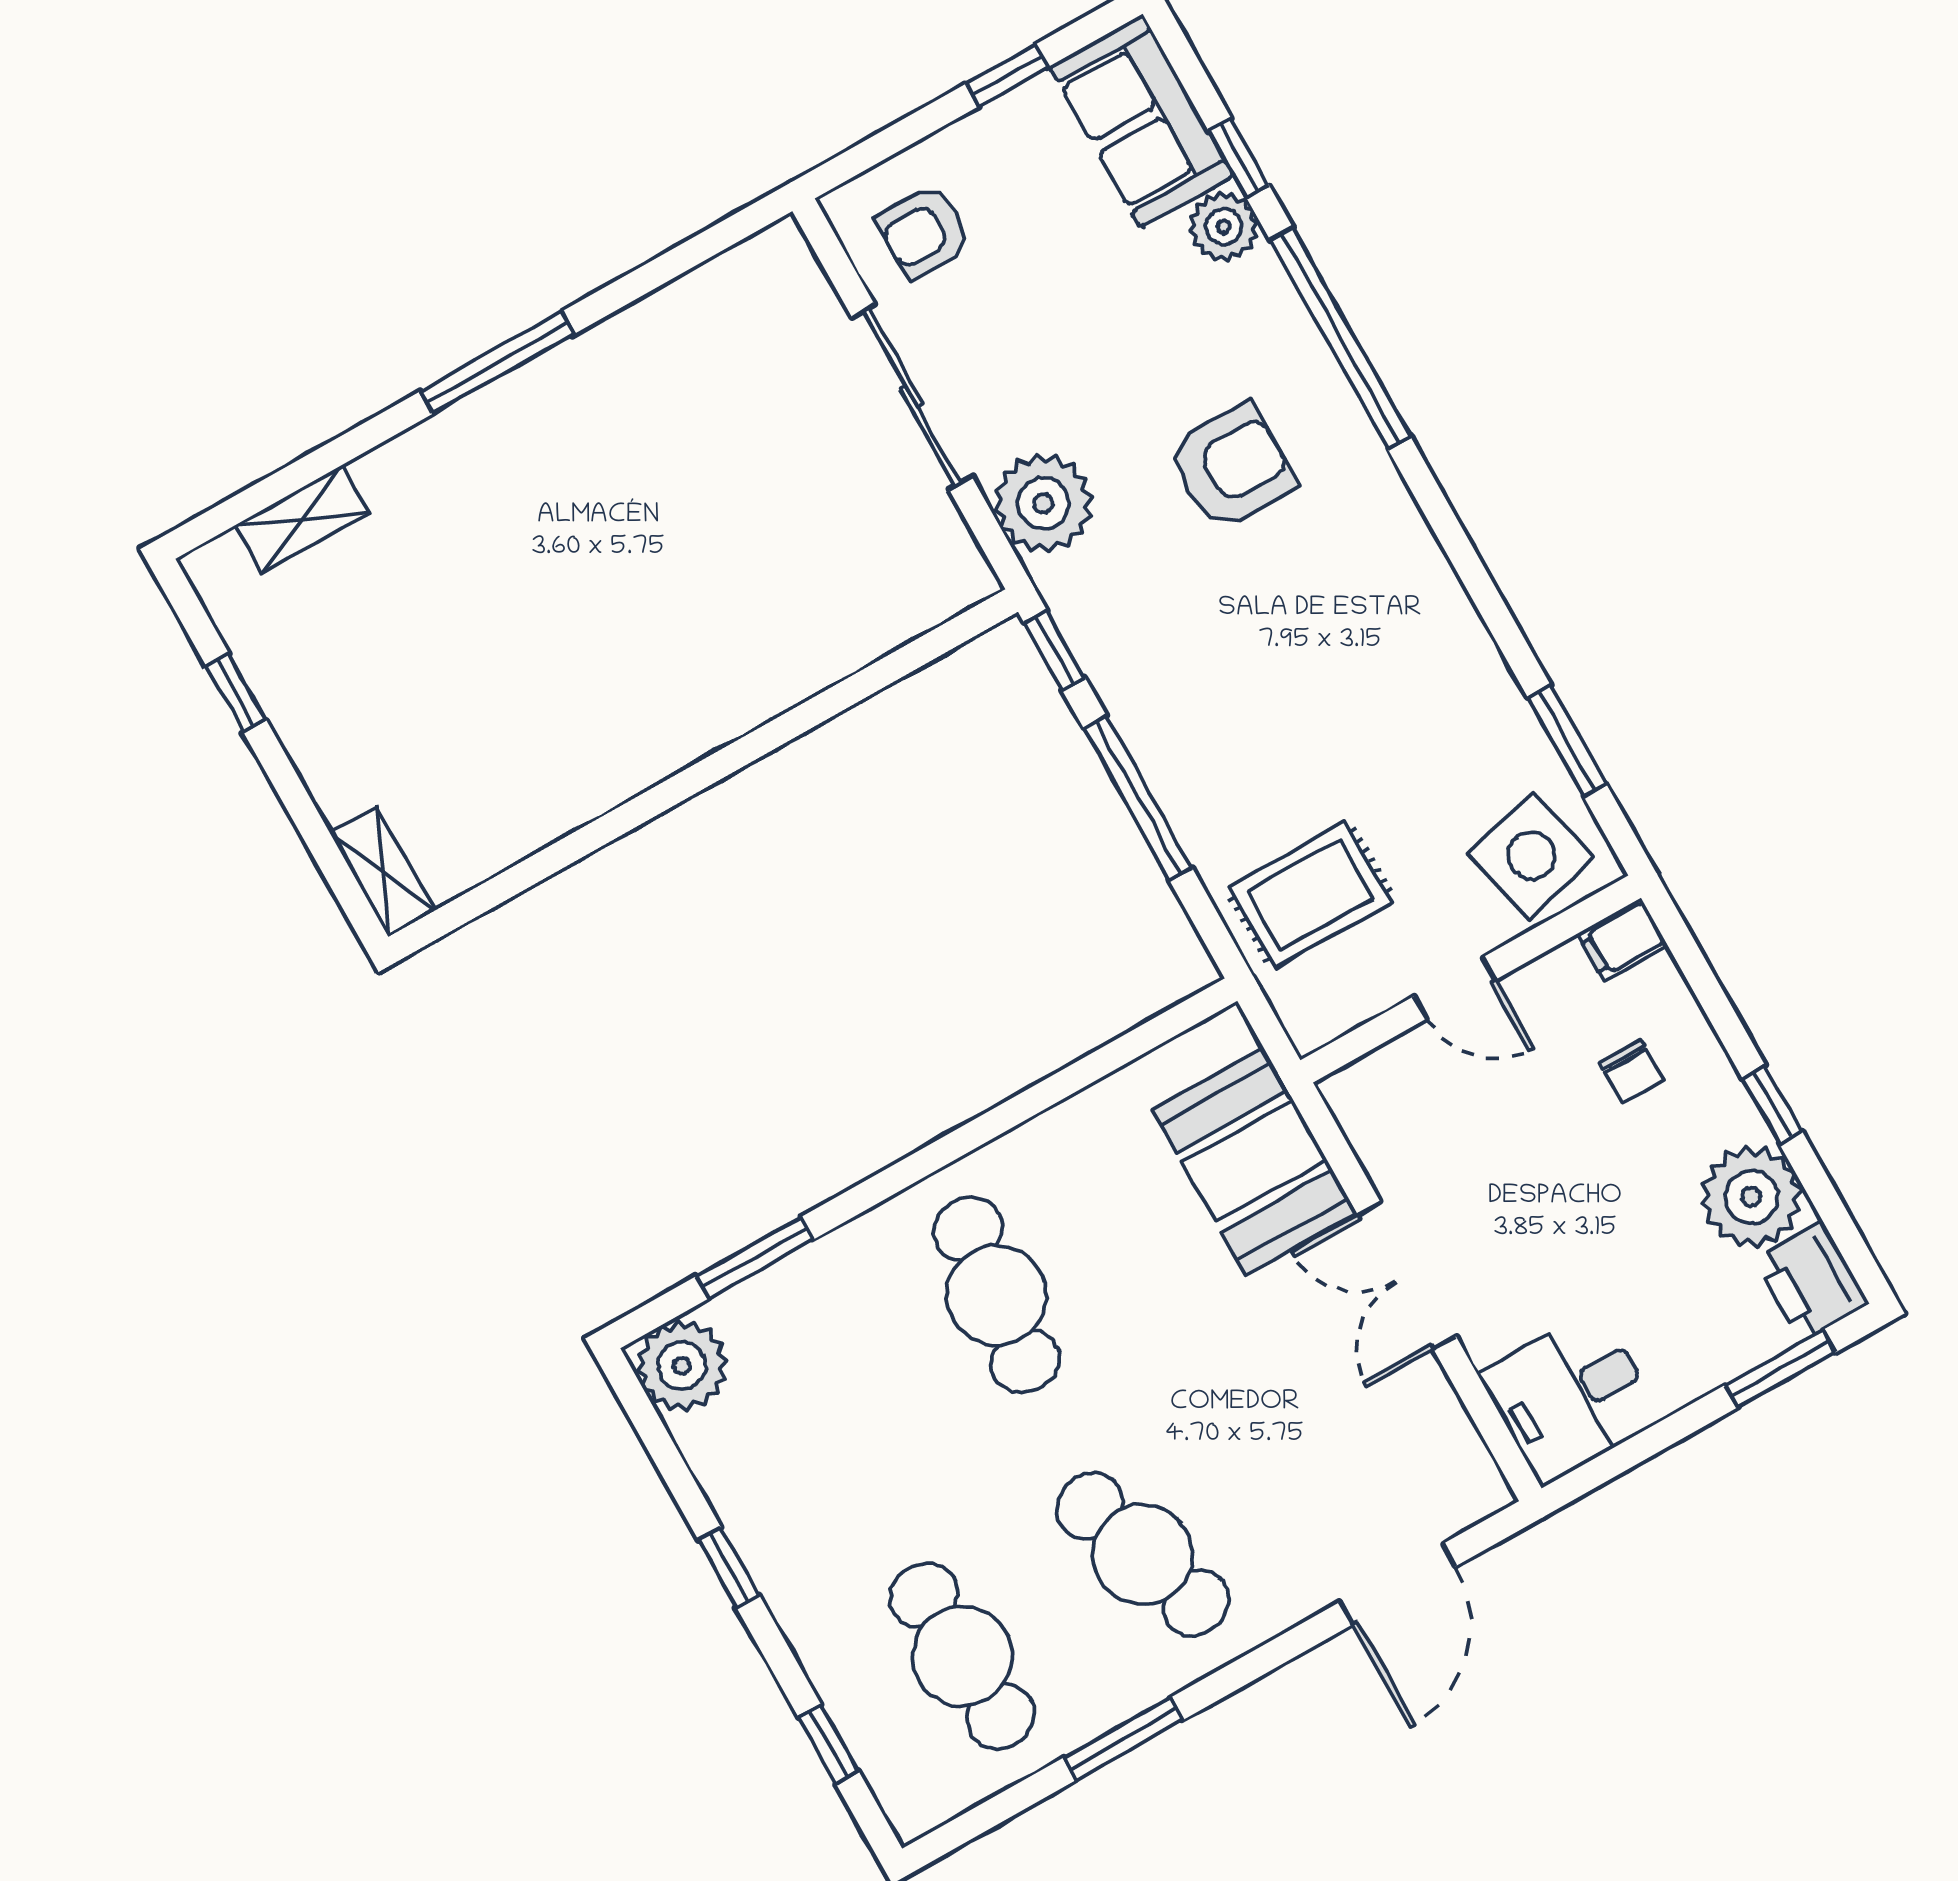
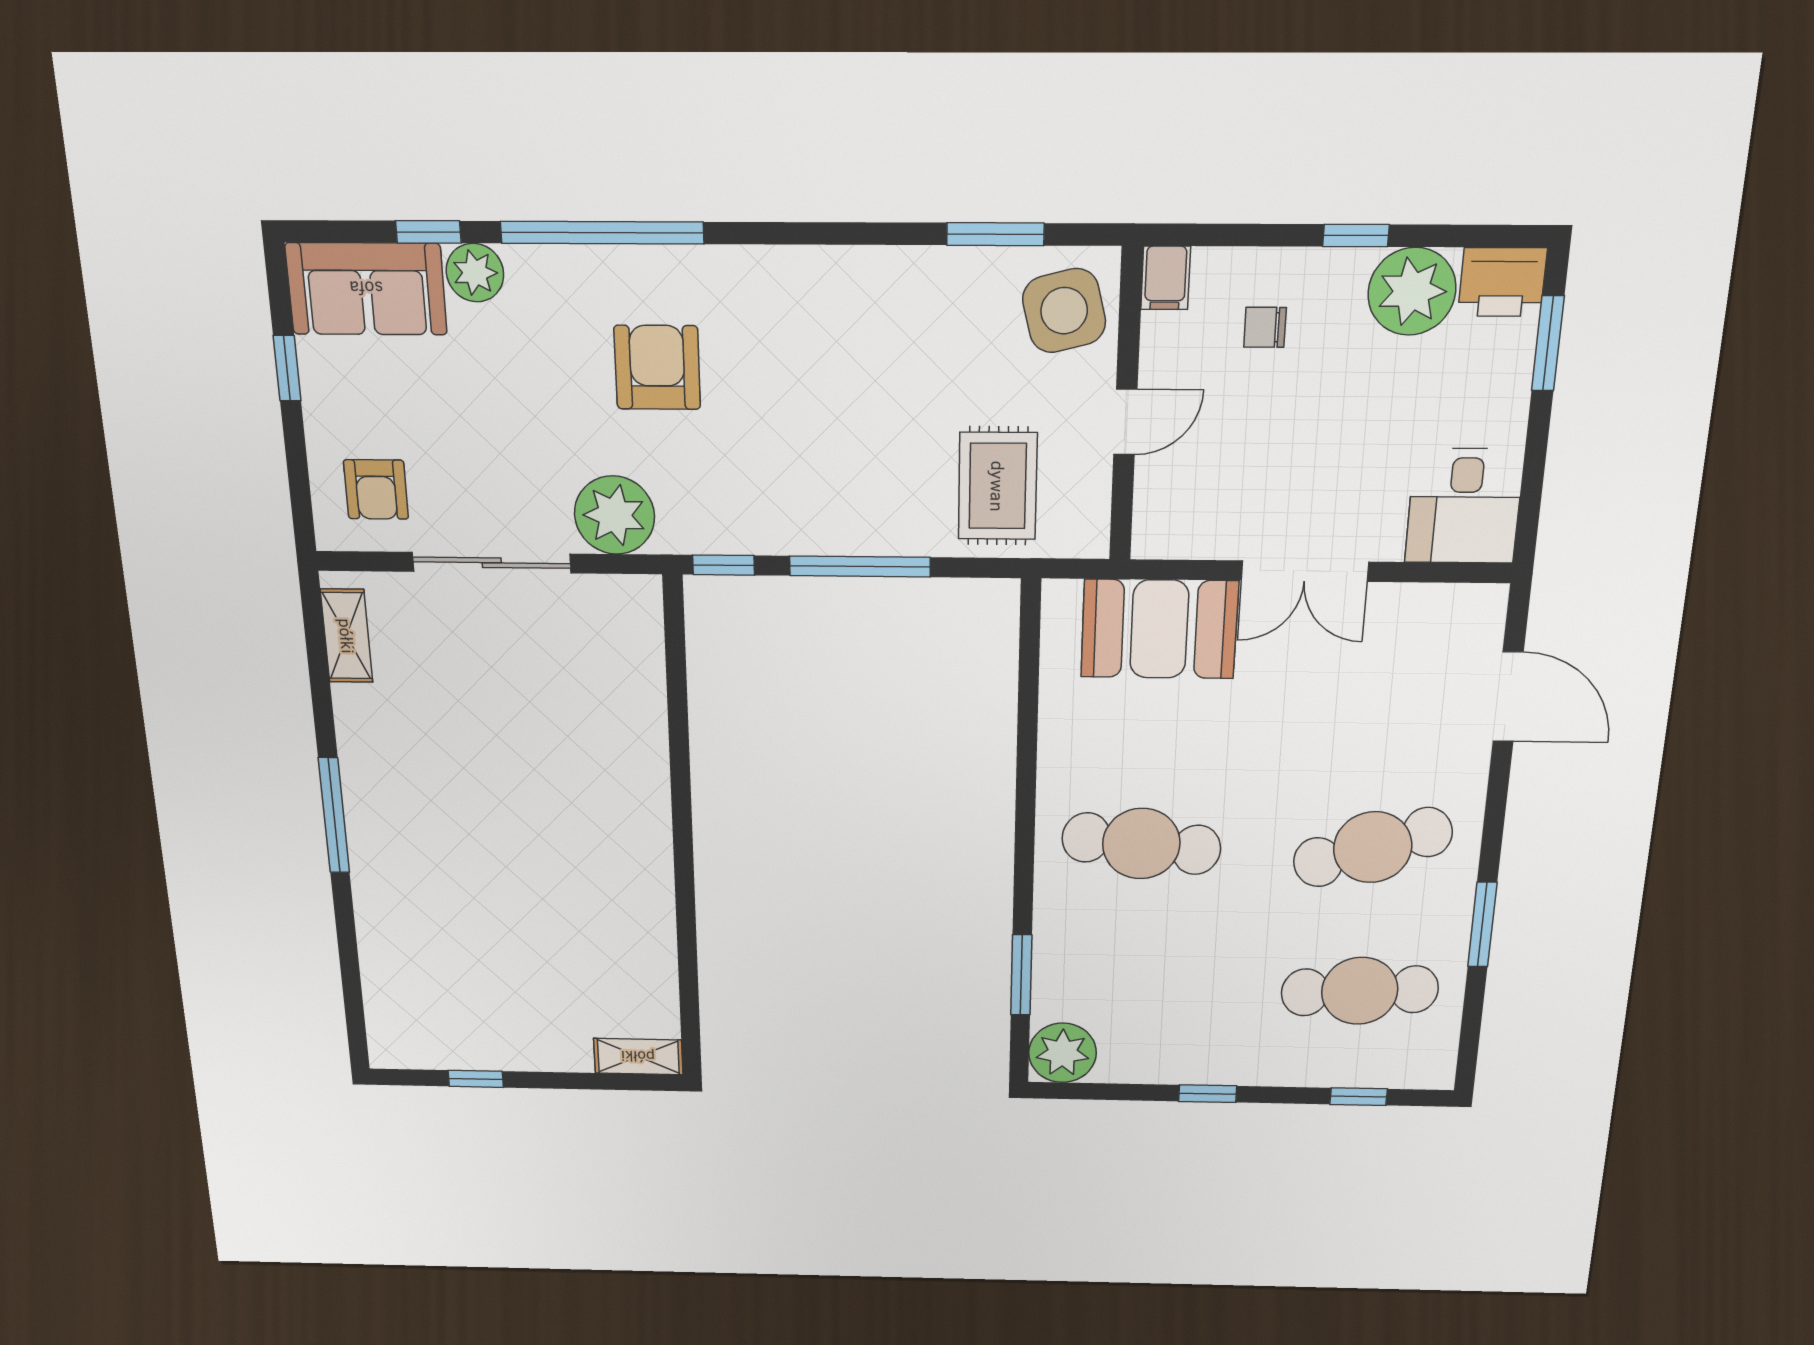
shelving: (302, 519) -> (347, 636), moved
chair: (1632, 1071) -> (1265, 327), turned 180

